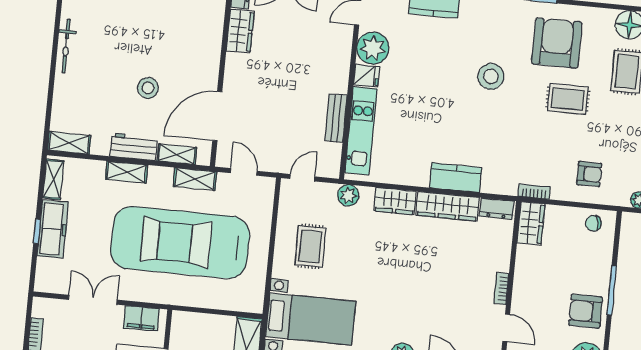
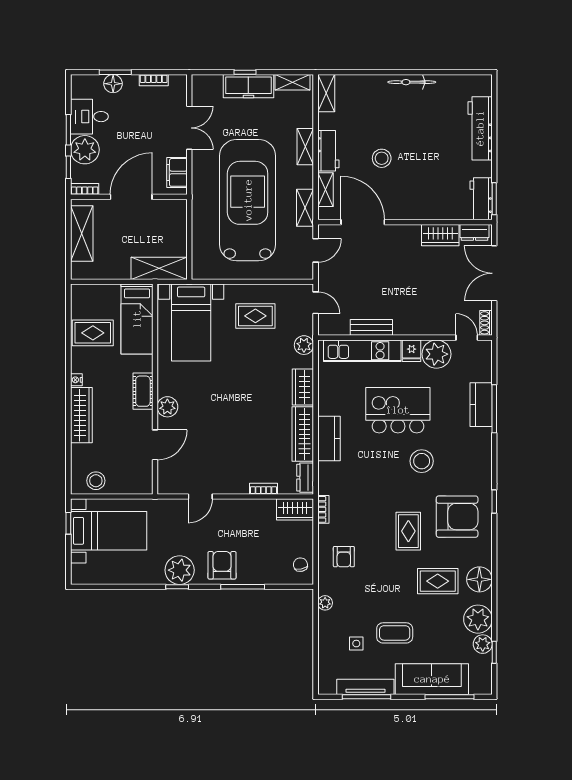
kitchen island: (431, 97) -> (398, 410), added
bookcase: (501, 288) -> (263, 489), moved

